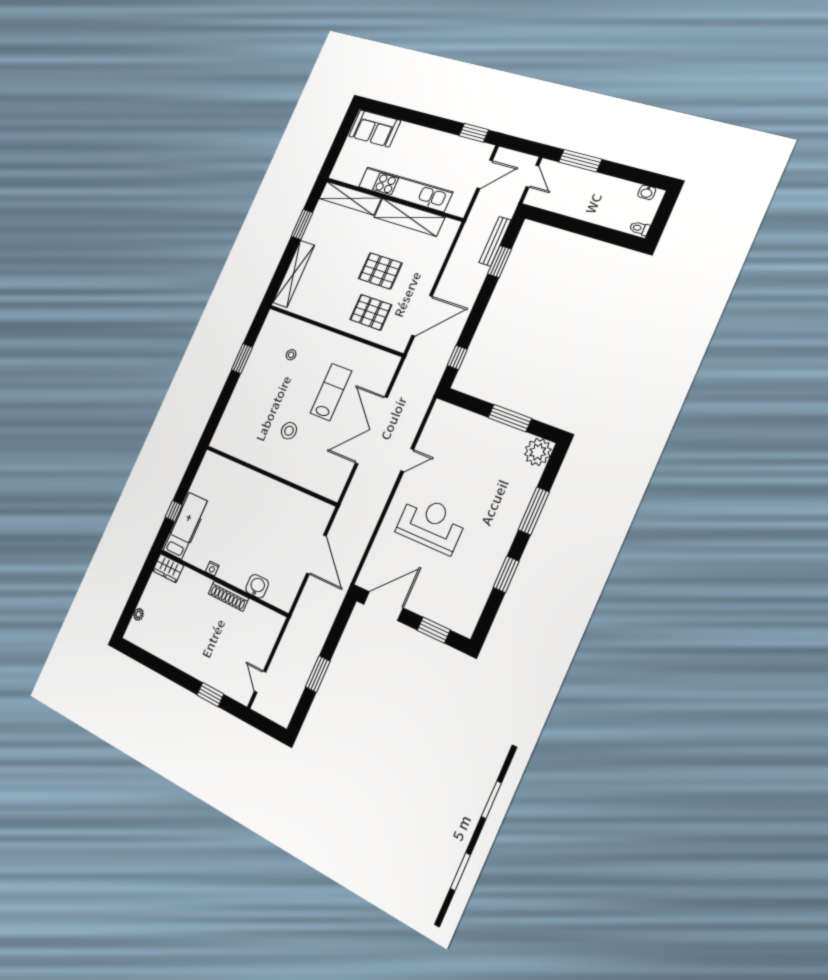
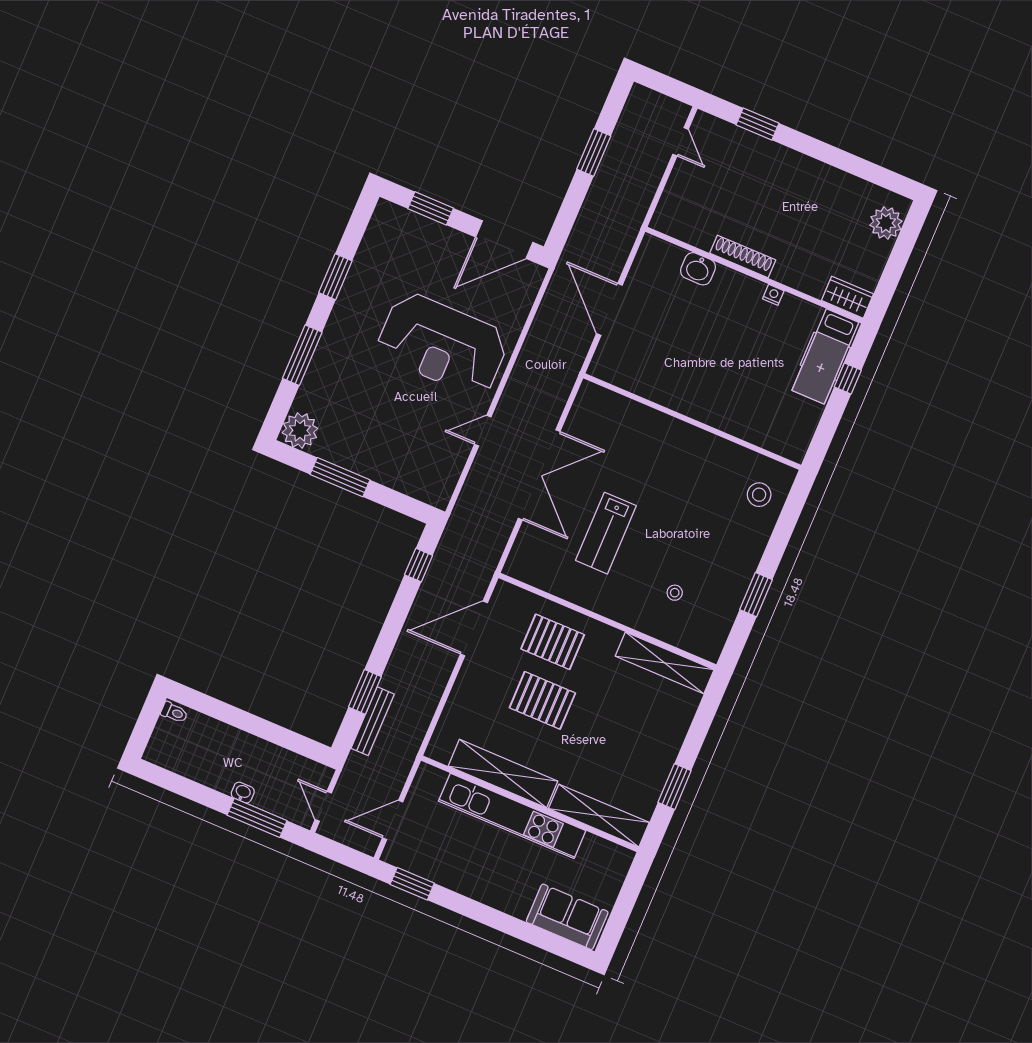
washbasin: (647, 192) -> (243, 793), moved
shelving: (294, 274) -> (665, 663), moved, turned 90
stool: (289, 431) -> (759, 495), moved
reception desk: (431, 524) -> (443, 344), width x1.36, depth x1.30
plant: (139, 614) -> (886, 223), width x1.87, depth x1.87

